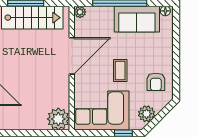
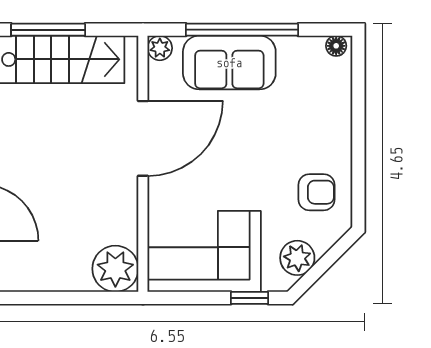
sofa: (137, 19) -> (229, 63), moved
coffee table: (120, 70) -> (243, 169), removed
armchair: (156, 82) -> (317, 192), turned -90

